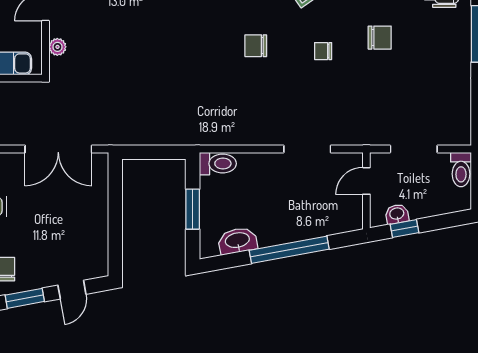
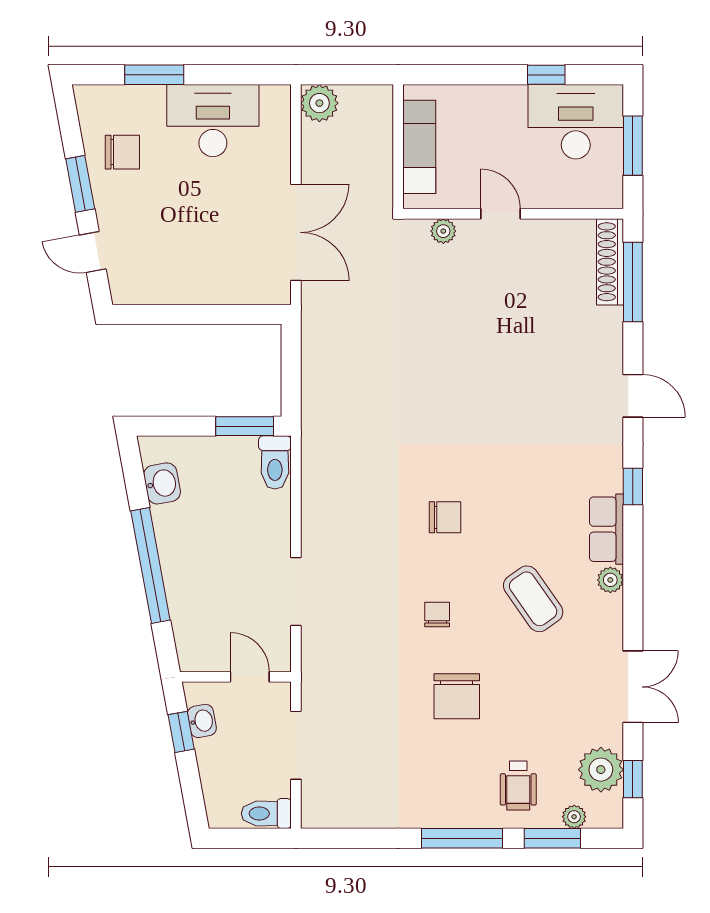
chair: (380, 38) -> (457, 696), width x1.37, depth x1.37
chair: (256, 46) -> (445, 517), turned 90
double door: (58, 149) -> (296, 232), swing flipped
window: (193, 209) -> (245, 426), moved
washbasin: (237, 241) -> (162, 483), width x0.72

